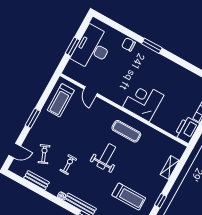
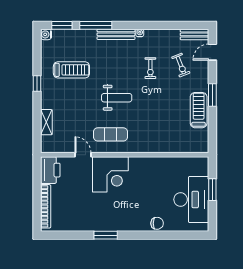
window: (152, 46) -> (106, 235), moved
door: (91, 91) -> (83, 155), moved
treadmill: (61, 100) -> (199, 110), moved
weight bench: (106, 156) -> (117, 98), turned -90
bench: (36, 180) -> (195, 34), moved
treadmill: (129, 197) -> (71, 70), turned 180

